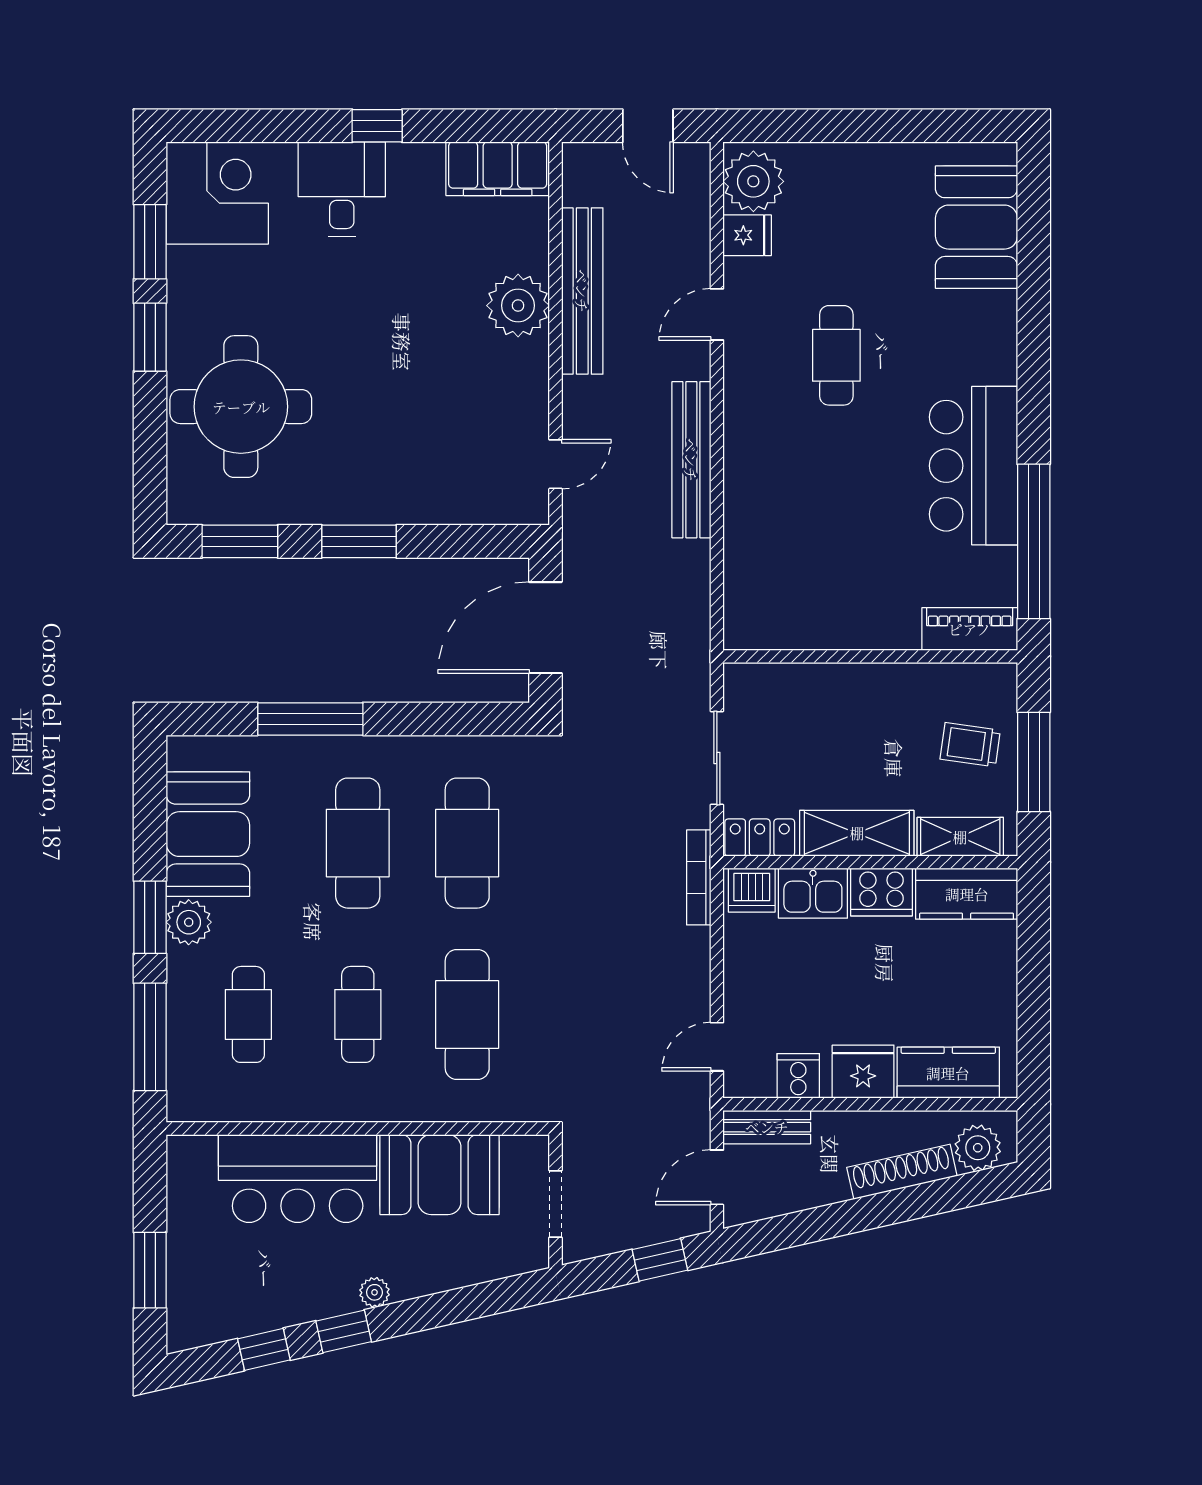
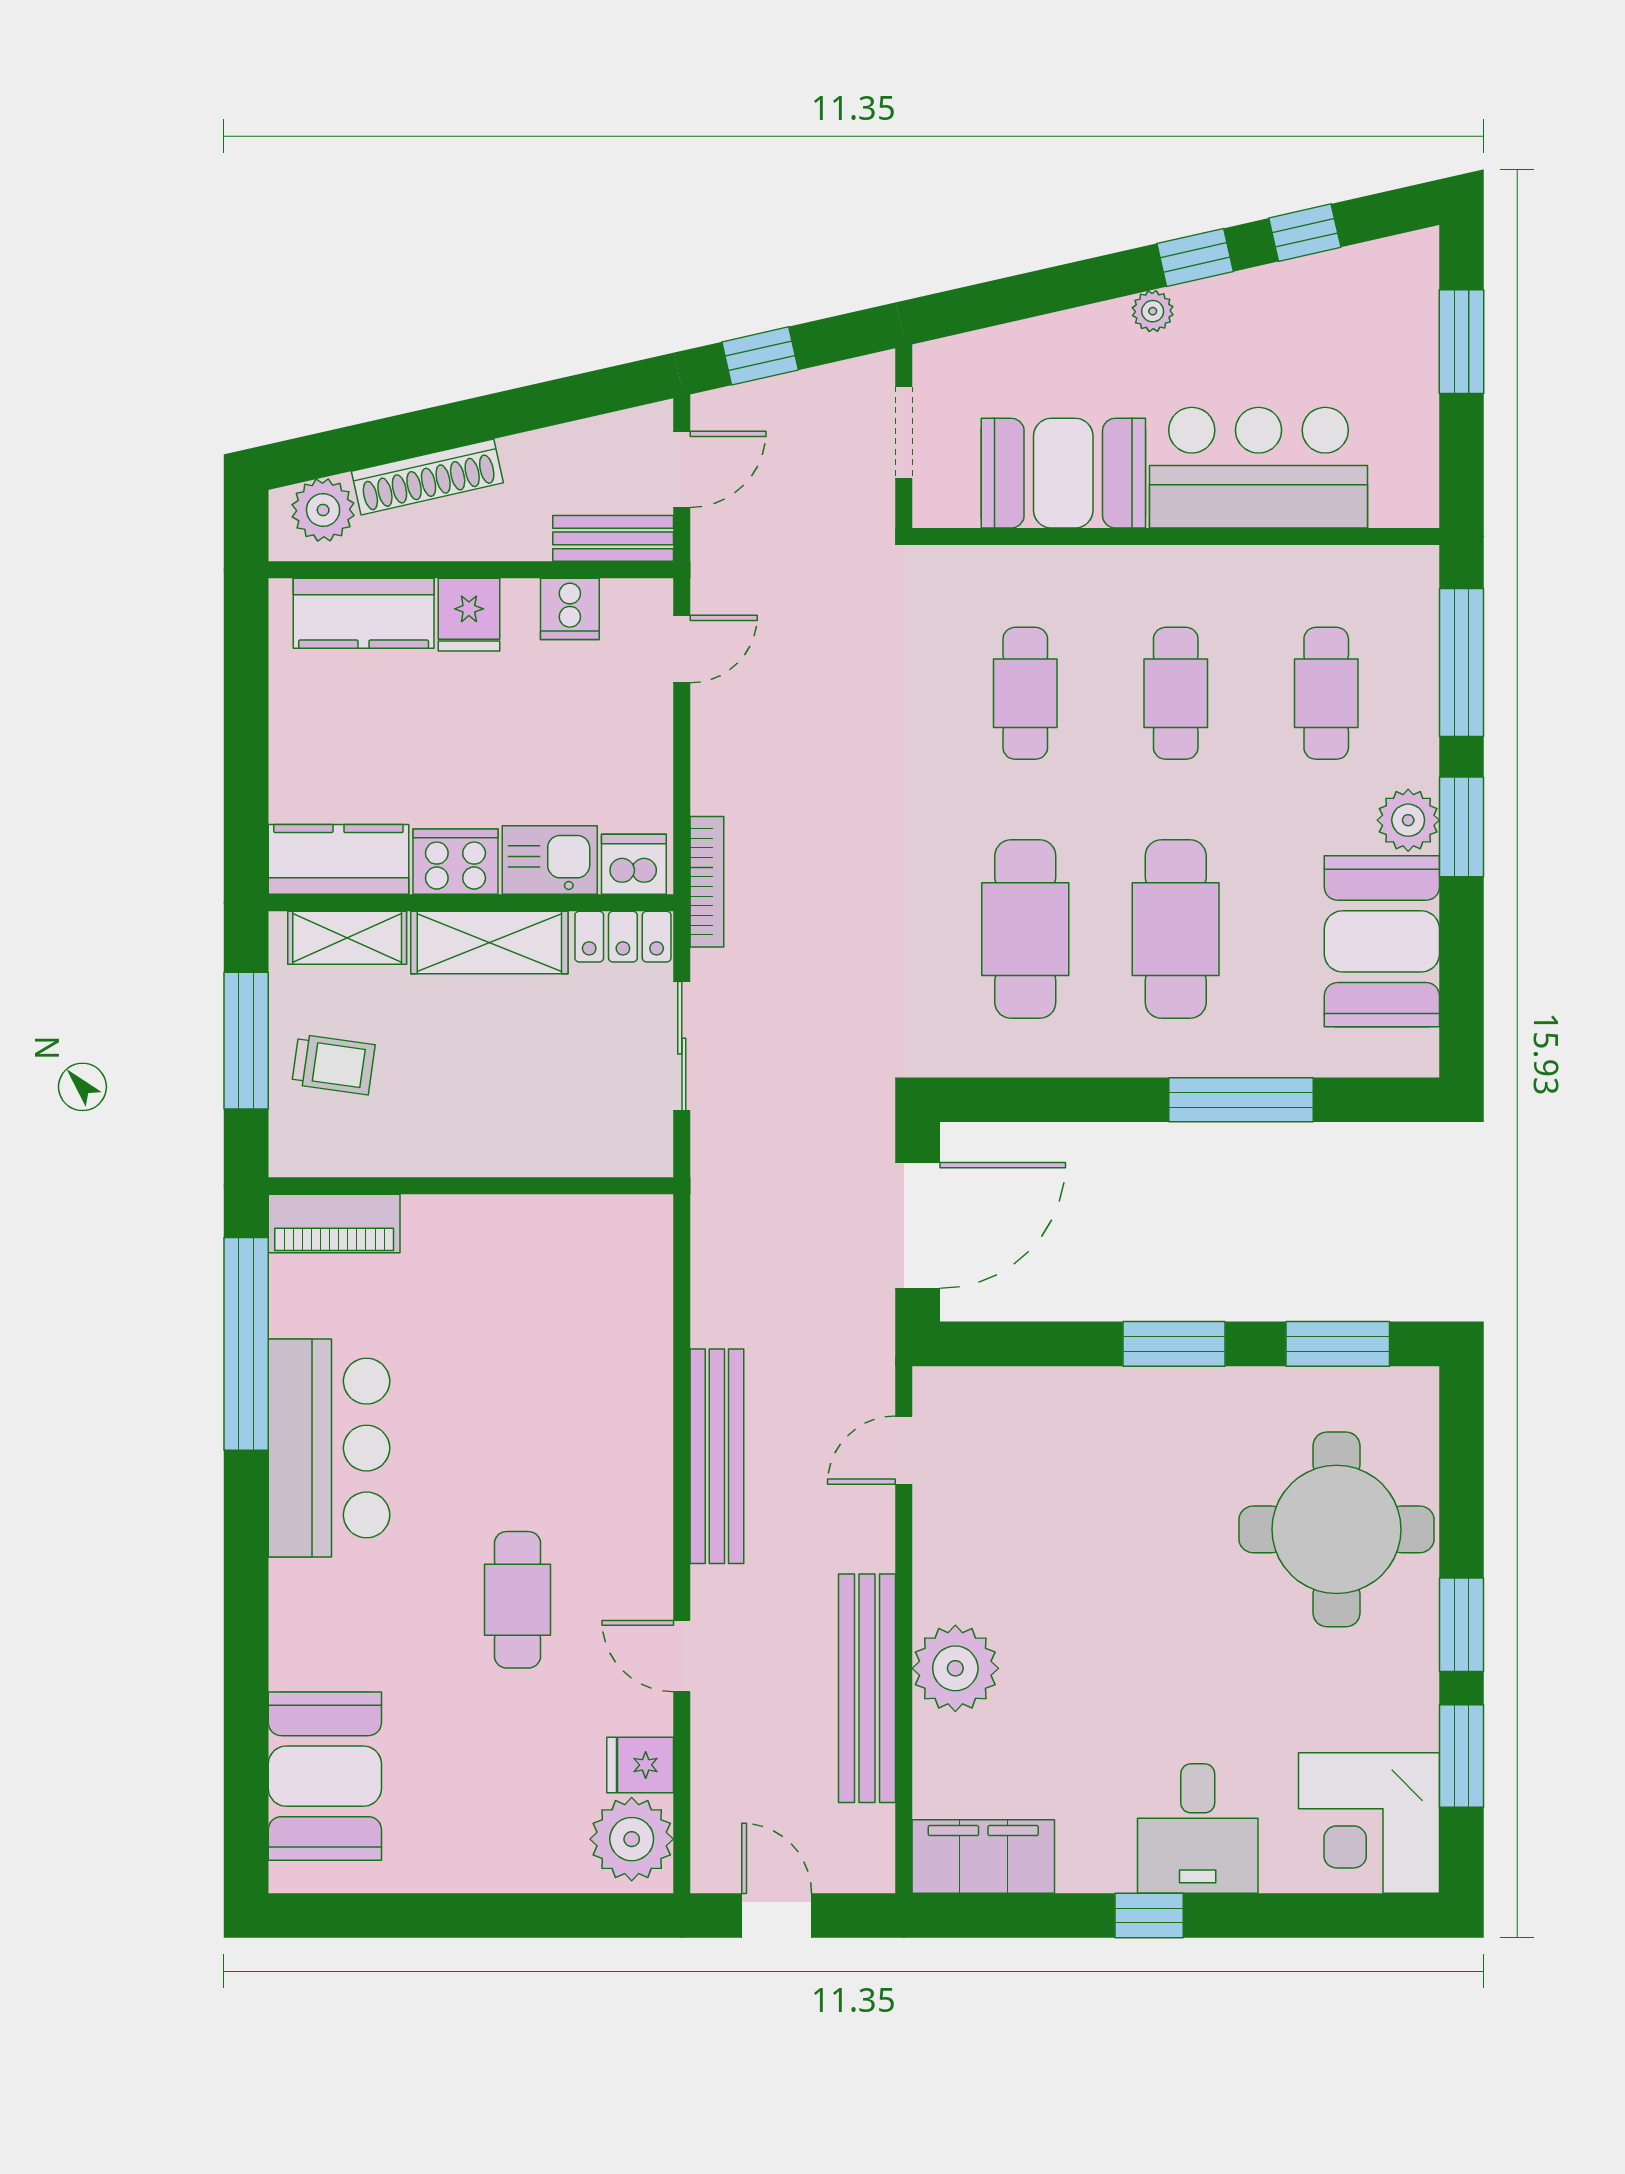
door: (717, 314) -> (682, 1656), swing flipped
cafe table: (467, 1014) -> (1025, 693), width x0.73, depth x0.74
fridge: (863, 1072) -> (469, 615), width x0.72

